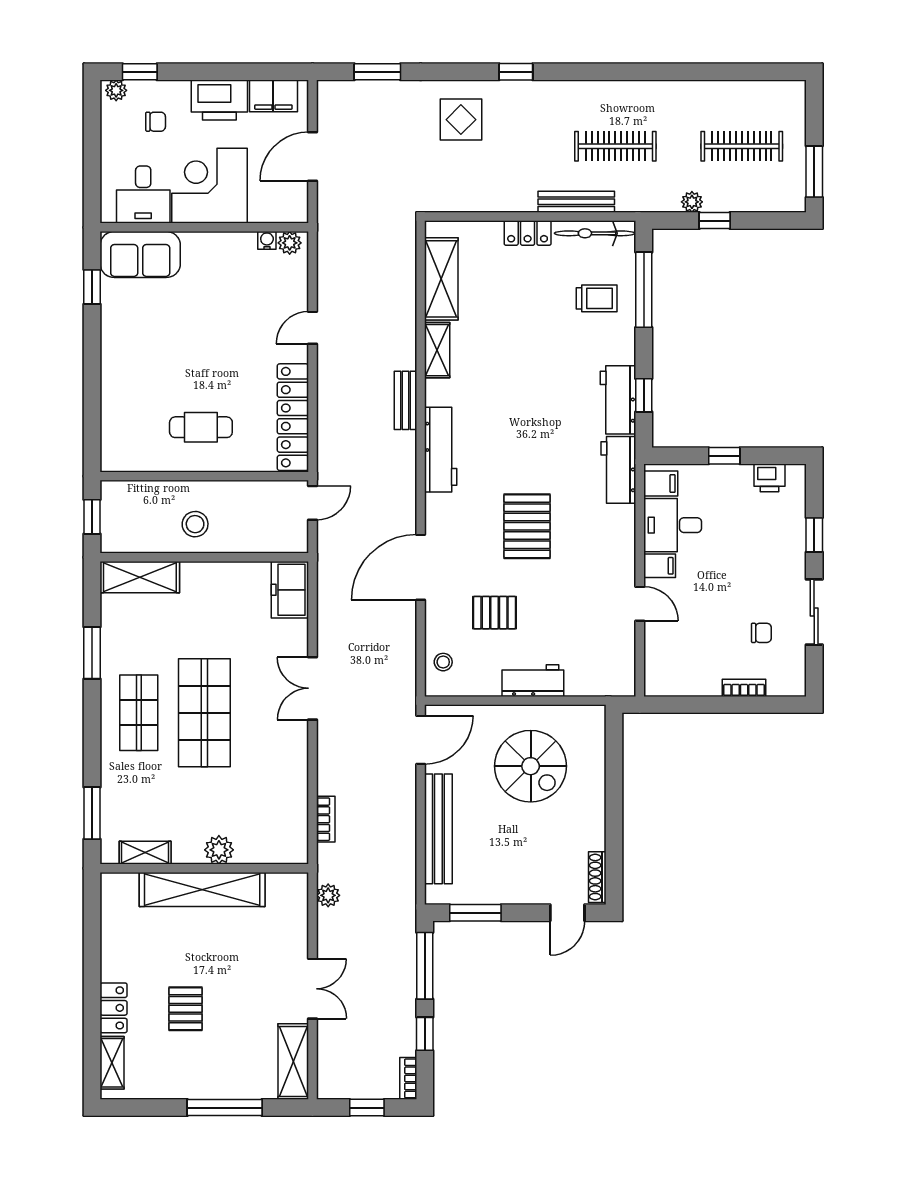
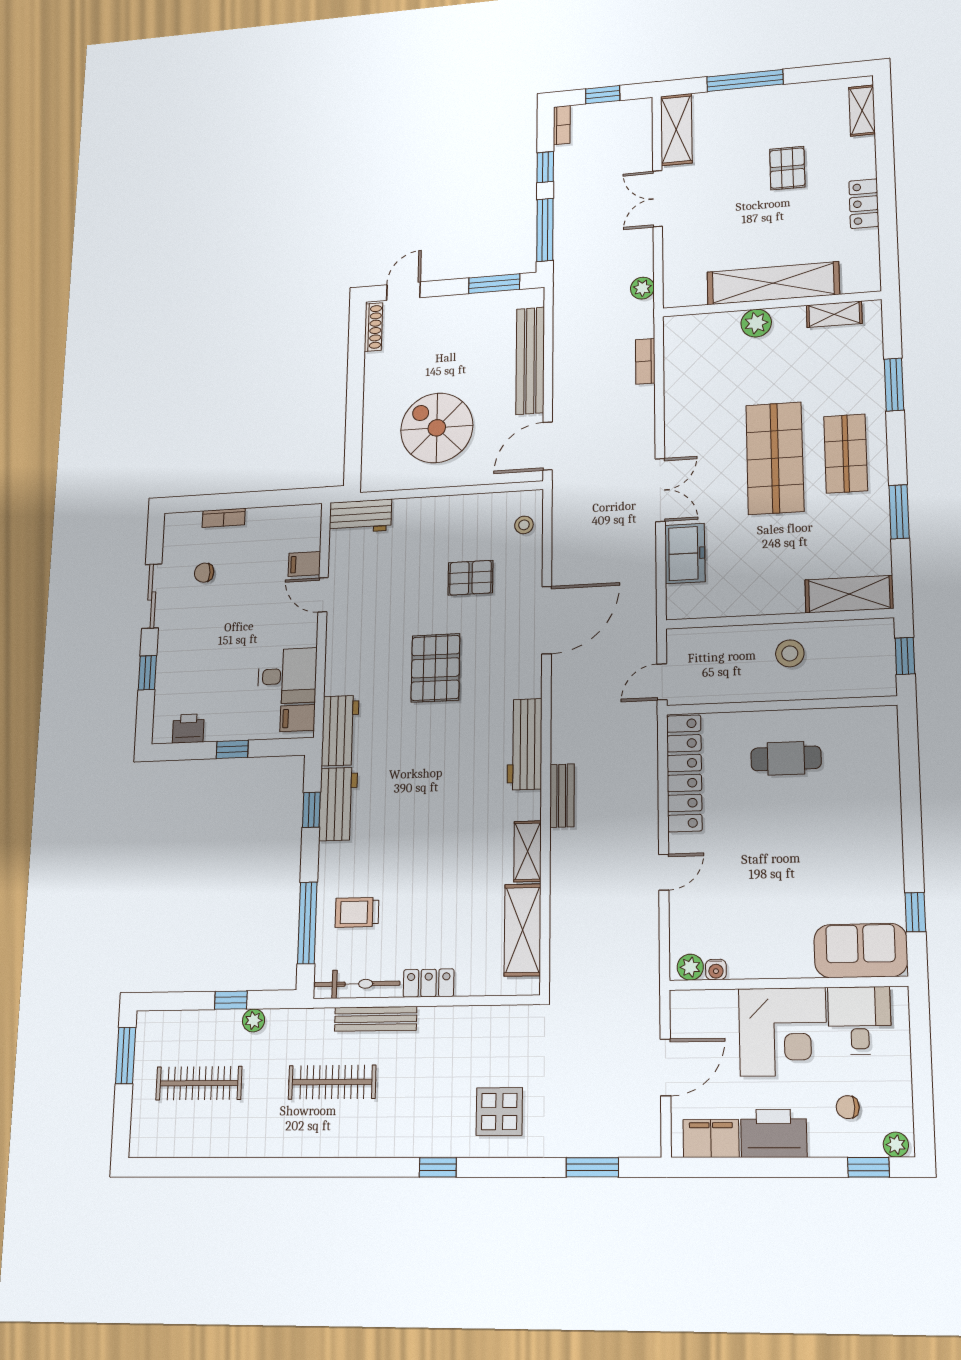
filing cabinet: (660, 566) -> (304, 564), moved
freezer: (290, 590) -> (685, 553), moved
workbench: (533, 681) -> (360, 516), moved
window: (92, 813) -> (894, 385), moved
locker: (114, 1008) -> (864, 204), moved

